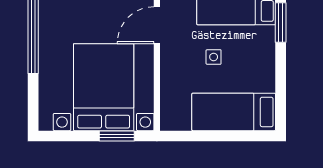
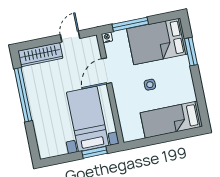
bed with nightstands: (104, 87) -> (88, 119), width x0.73

